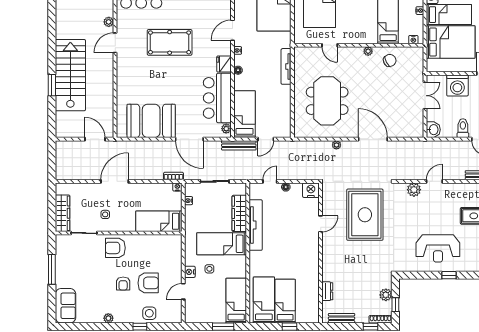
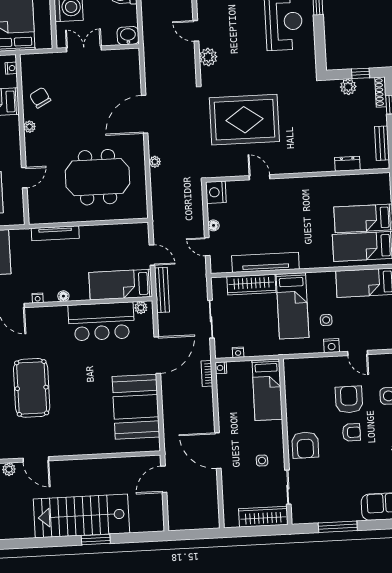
fridge: (224, 64) -> (56, 315), removed

